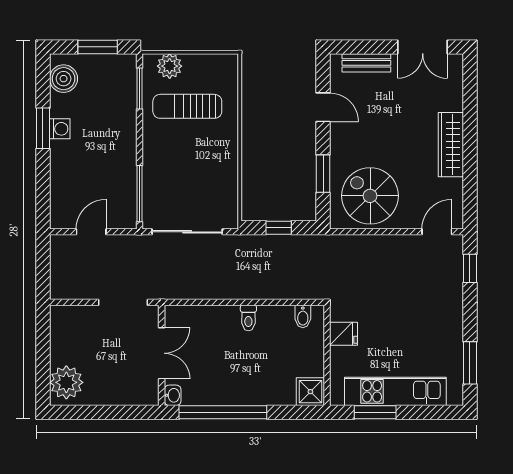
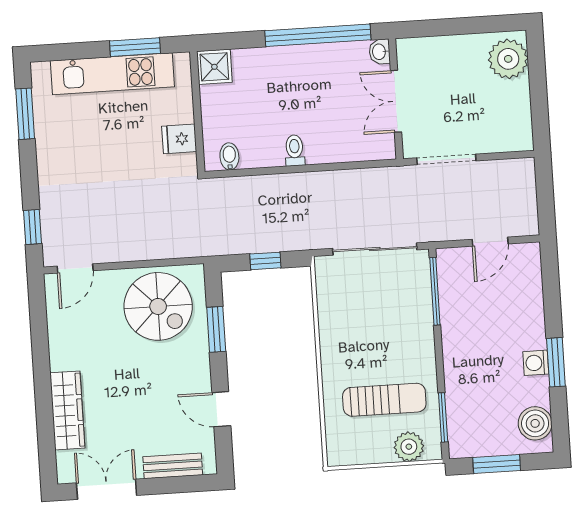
wardrobe: (451, 145) -> (67, 410), moved

